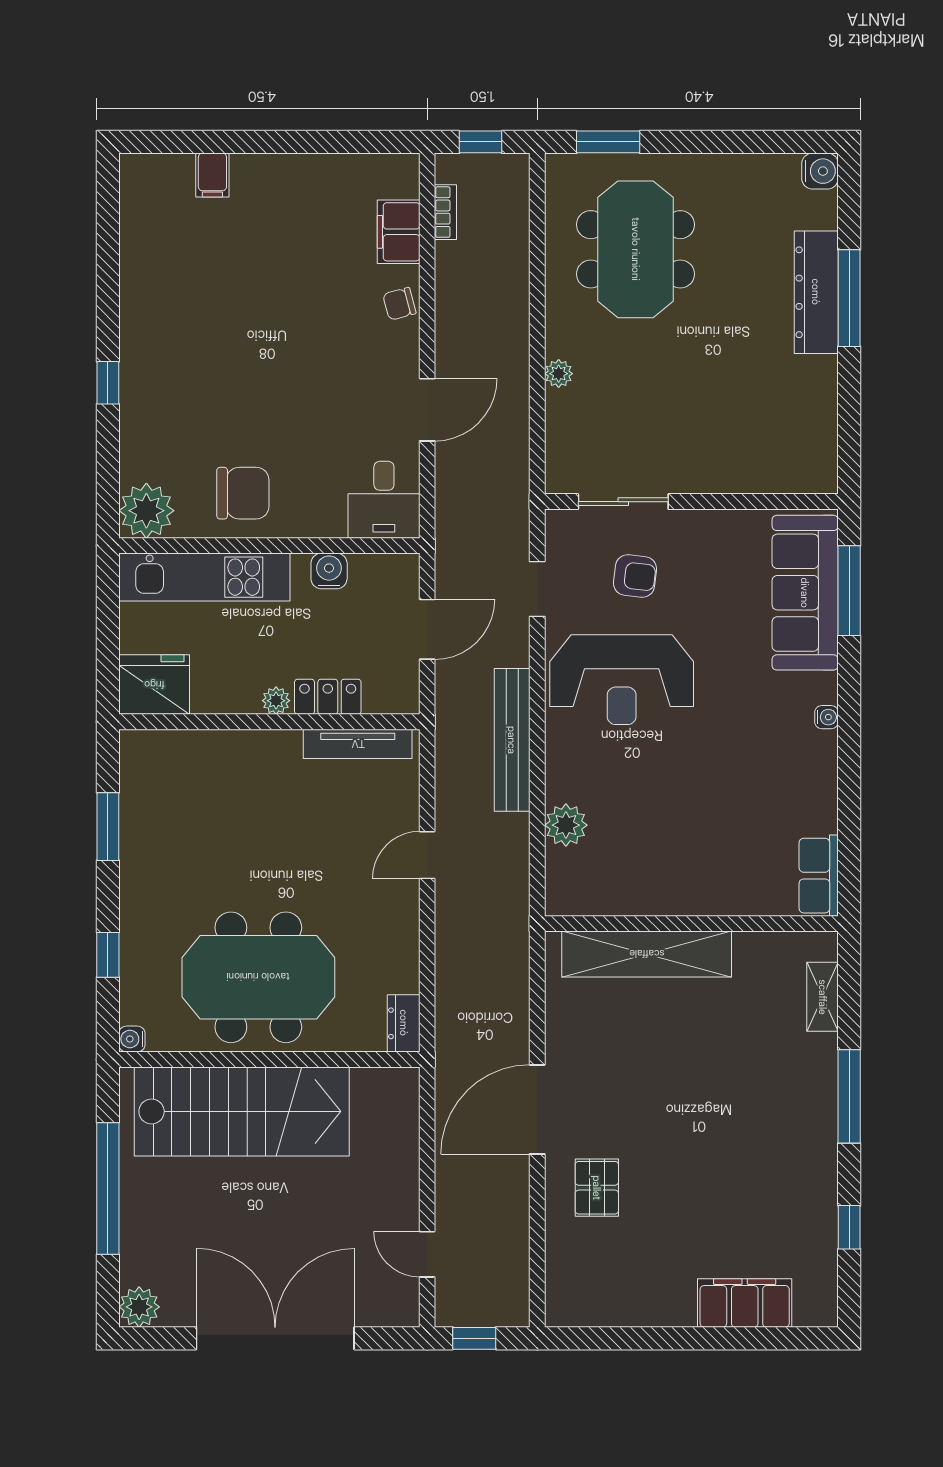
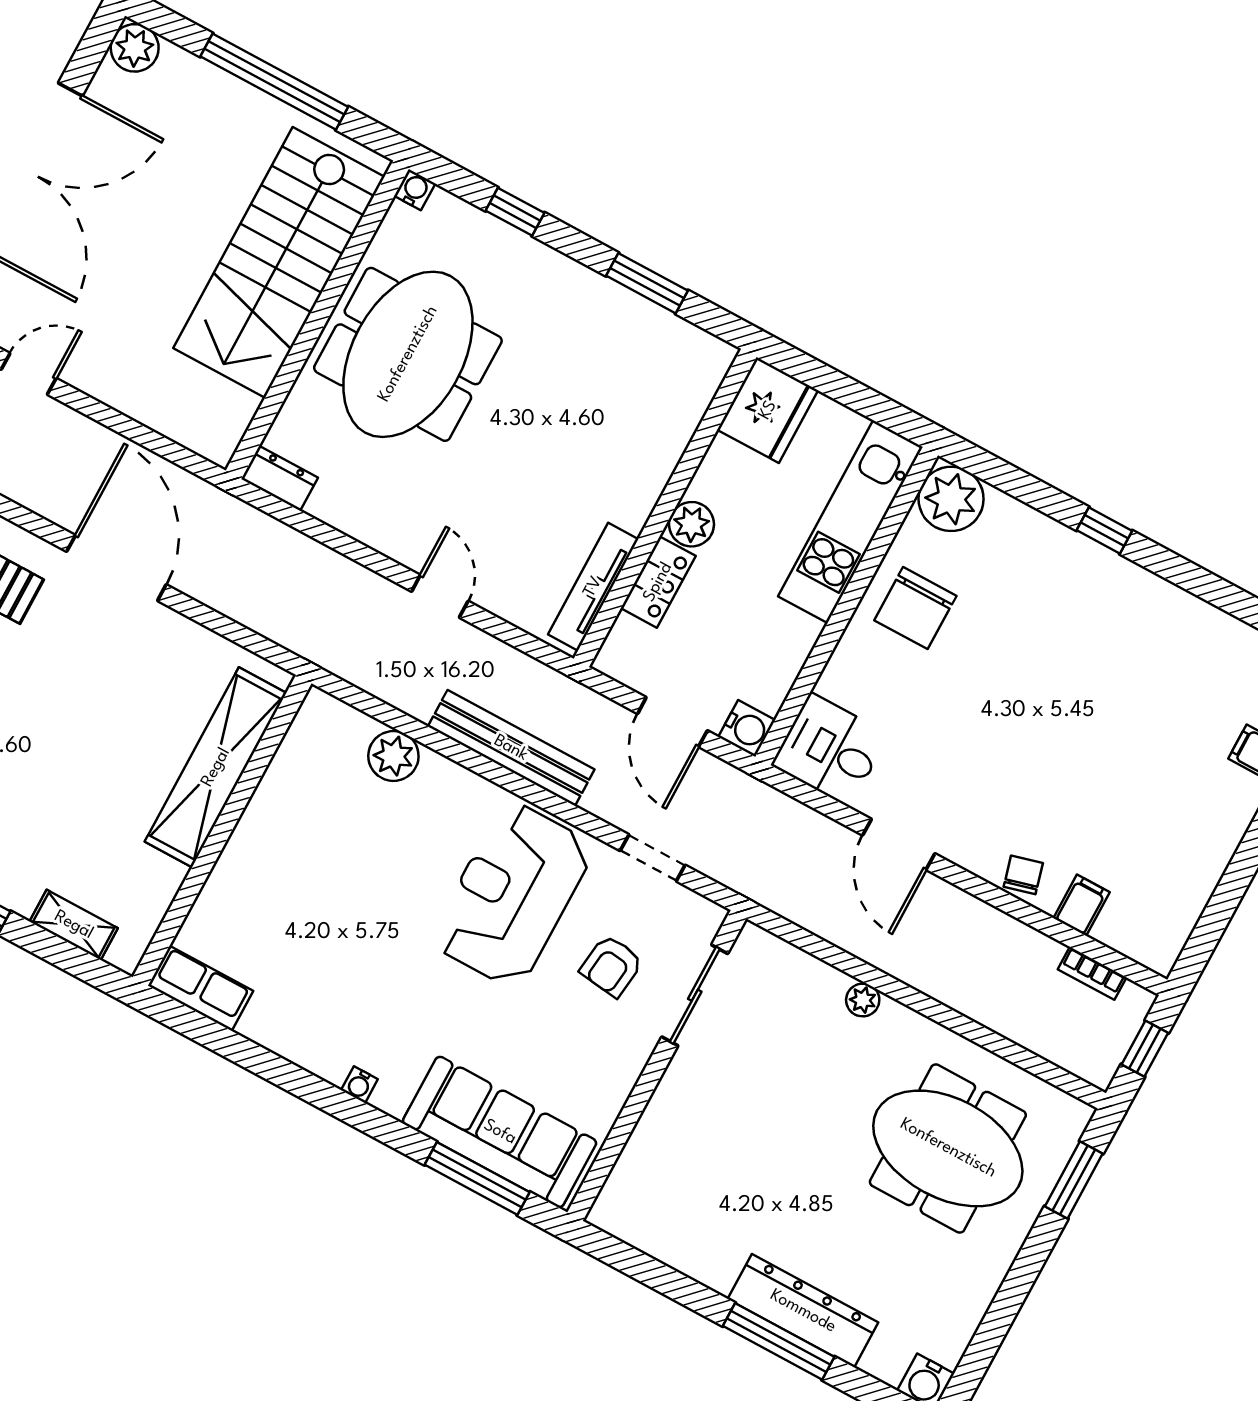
filing cabinet: (399, 232) -> (1082, 905), width x0.50
water cooler: (329, 571) -> (747, 728), moved
plant: (276, 701) -> (691, 524), width x1.38, depth x1.38

